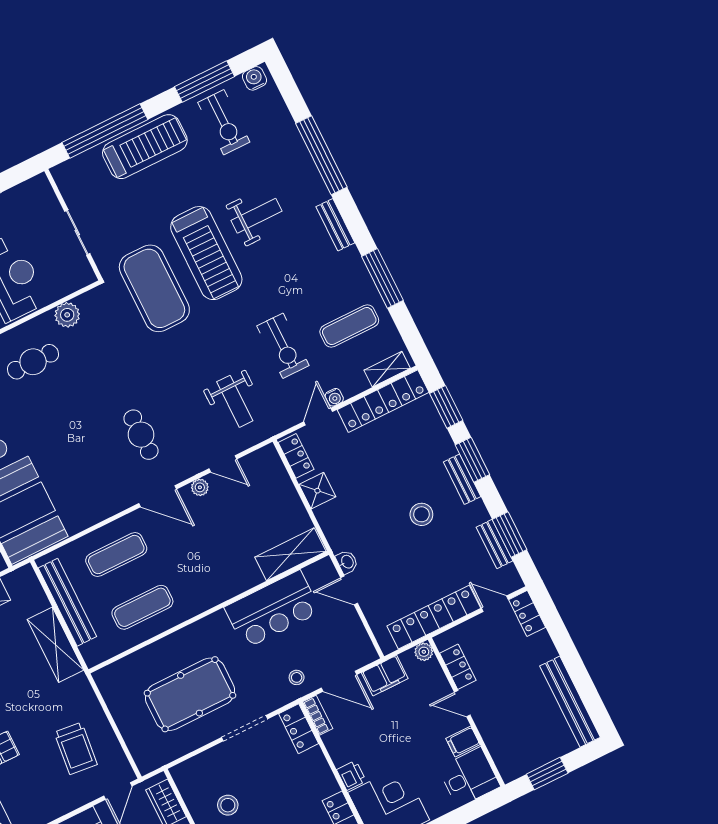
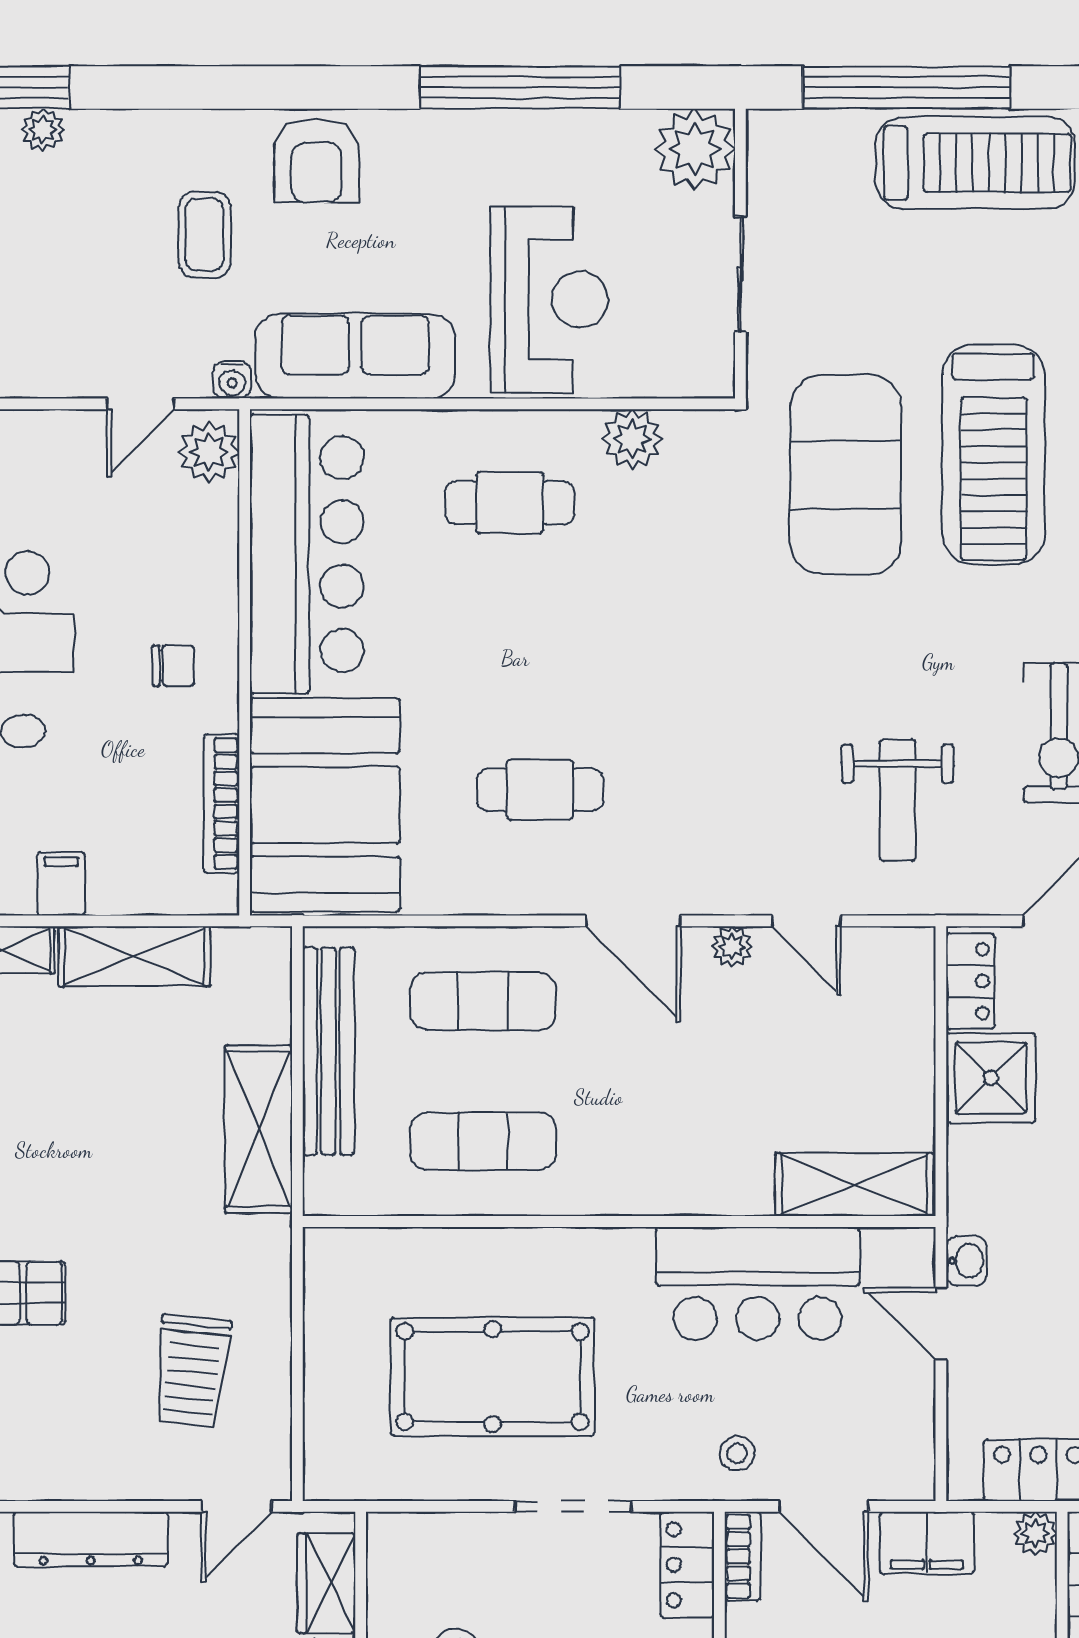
plant: (37, 194) -> (695, 149), added
cafe table: (141, 435) -> (540, 790), moved, turned 90
shower: (317, 491) -> (991, 1078), width x1.36, depth x1.36

